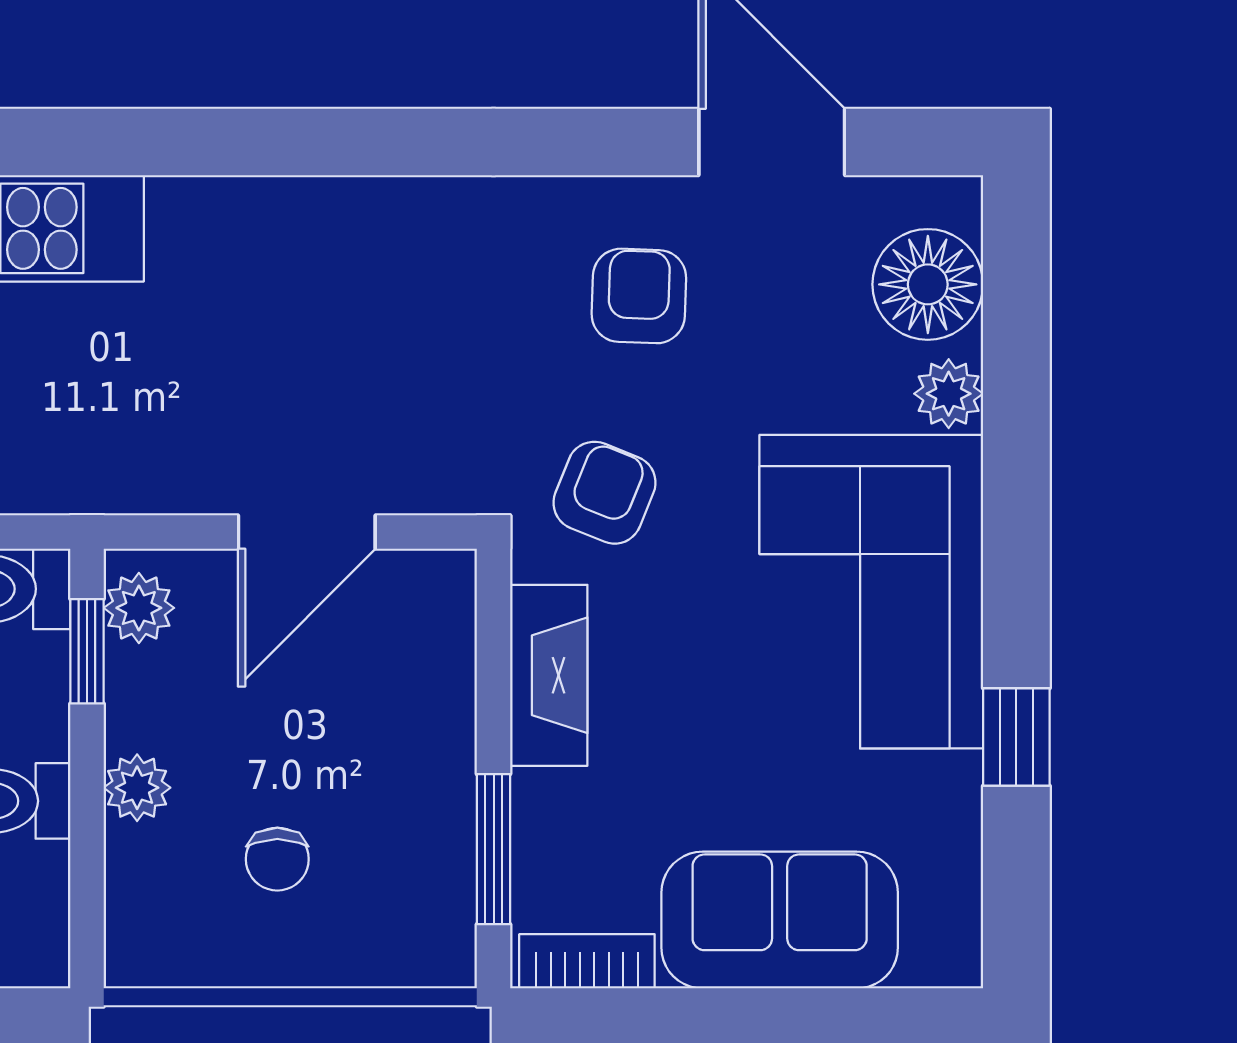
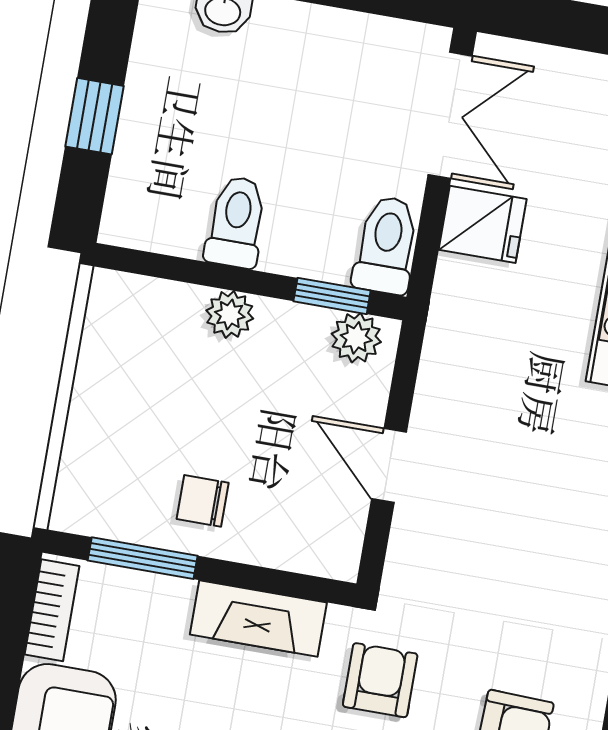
armchair: (604, 493) -> (380, 680), turned -112
door: (307, 532) -> (389, 466), width x0.73
chair: (277, 859) -> (203, 501), moved

